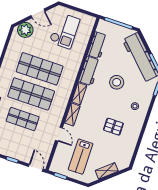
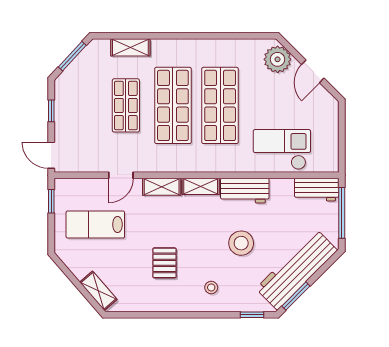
checkout: (65, 31) -> (282, 149), moved, turned 180
workbench: (97, 45) -> (317, 190), moved
door: (36, 168) -> (51, 155), swing flipped
shelving: (107, 171) -> (98, 291), moved

